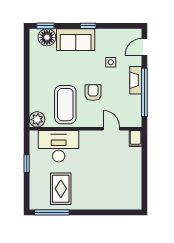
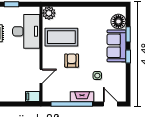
window: (45, 26) -> (128, 34), moved
armchair: (93, 93) -> (72, 61), turned -90

